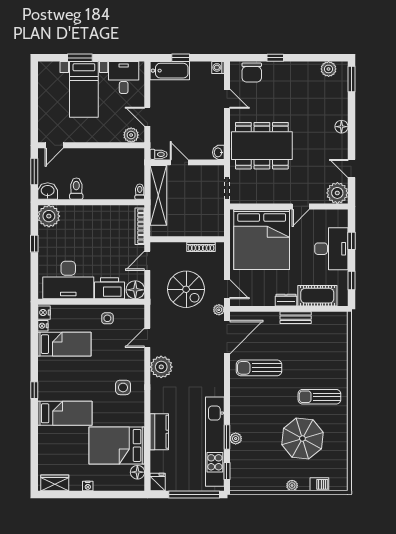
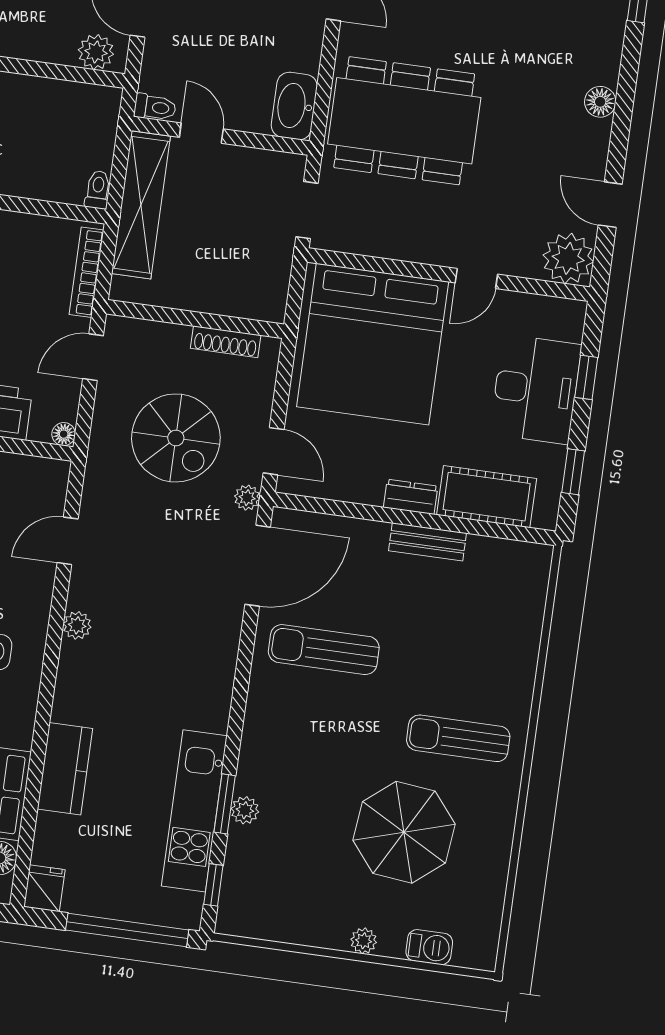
washbasin: (218, 152) -> (294, 106), width x1.91, depth x1.45
floor lamp: (135, 290) -> (64, 434), width x0.53, depth x0.53
plant: (161, 367) -> (77, 625), width x0.53, depth x0.53
kitchen unit: (215, 442) -> (194, 811), width x0.73

